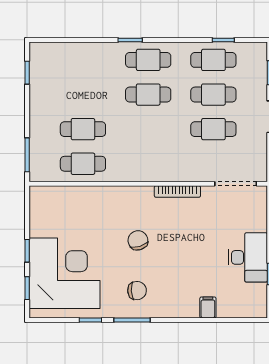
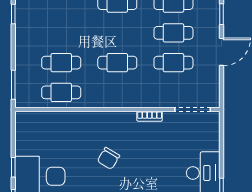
cafe table: (148, 95) -> (117, 63), moved
bookcase: (177, 191) -> (150, 116), width x0.64
chair: (138, 240) -> (108, 158), turned -132

